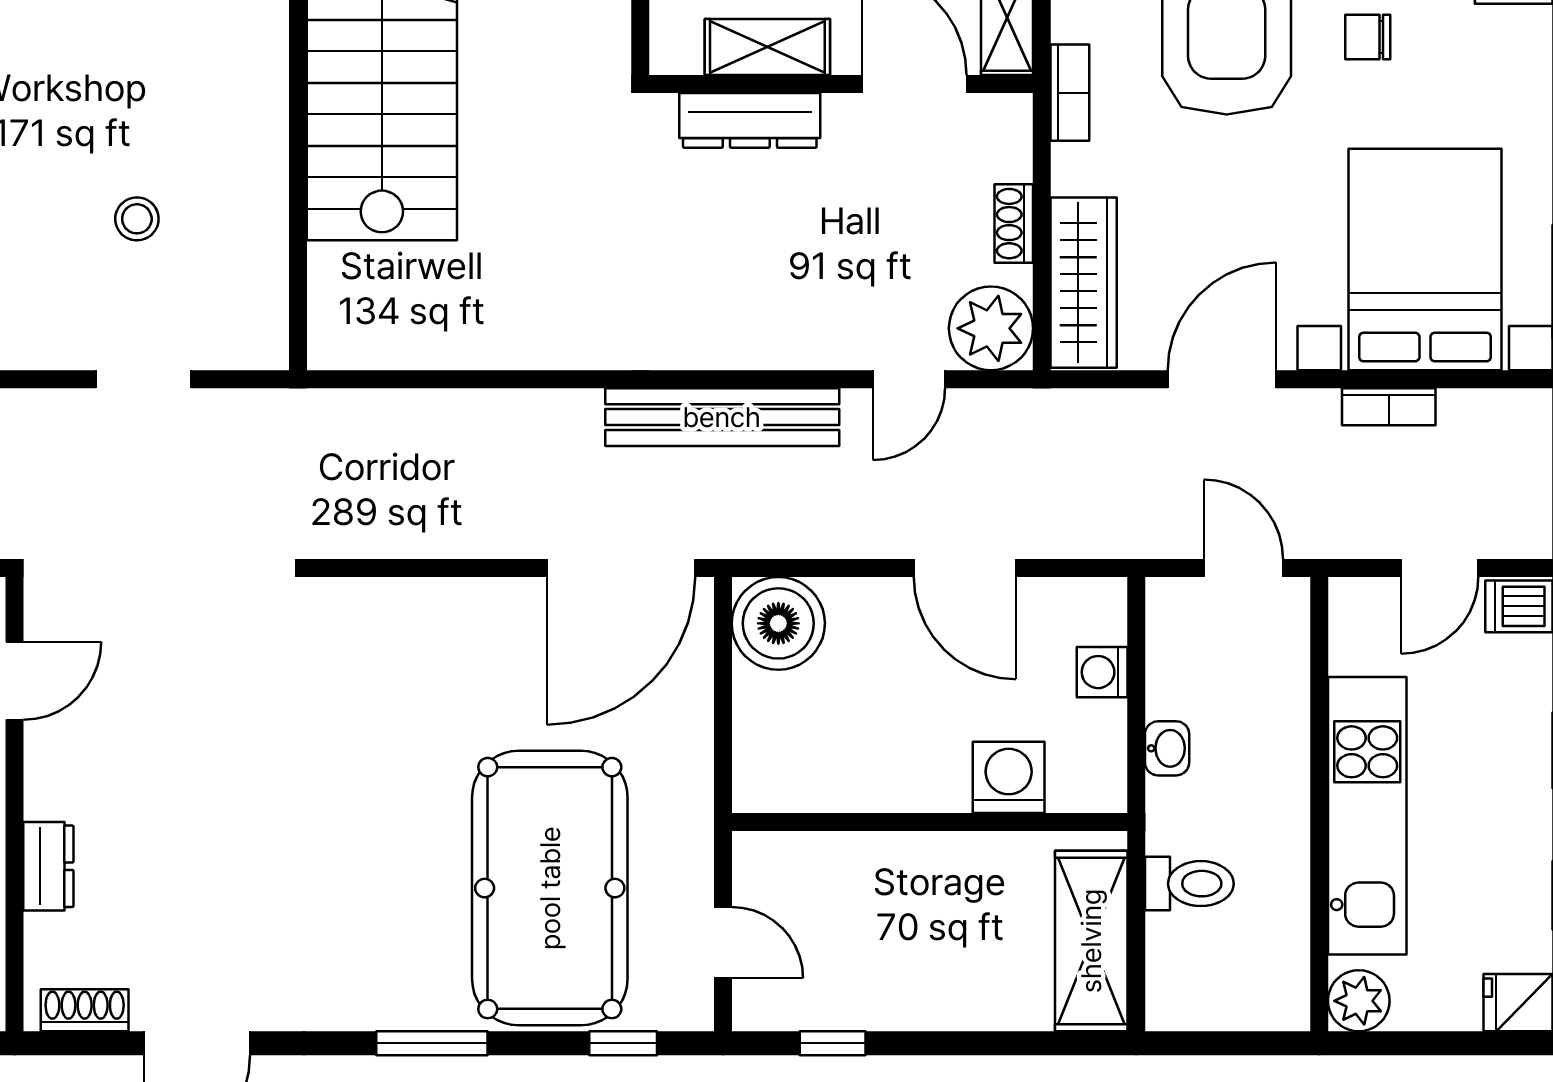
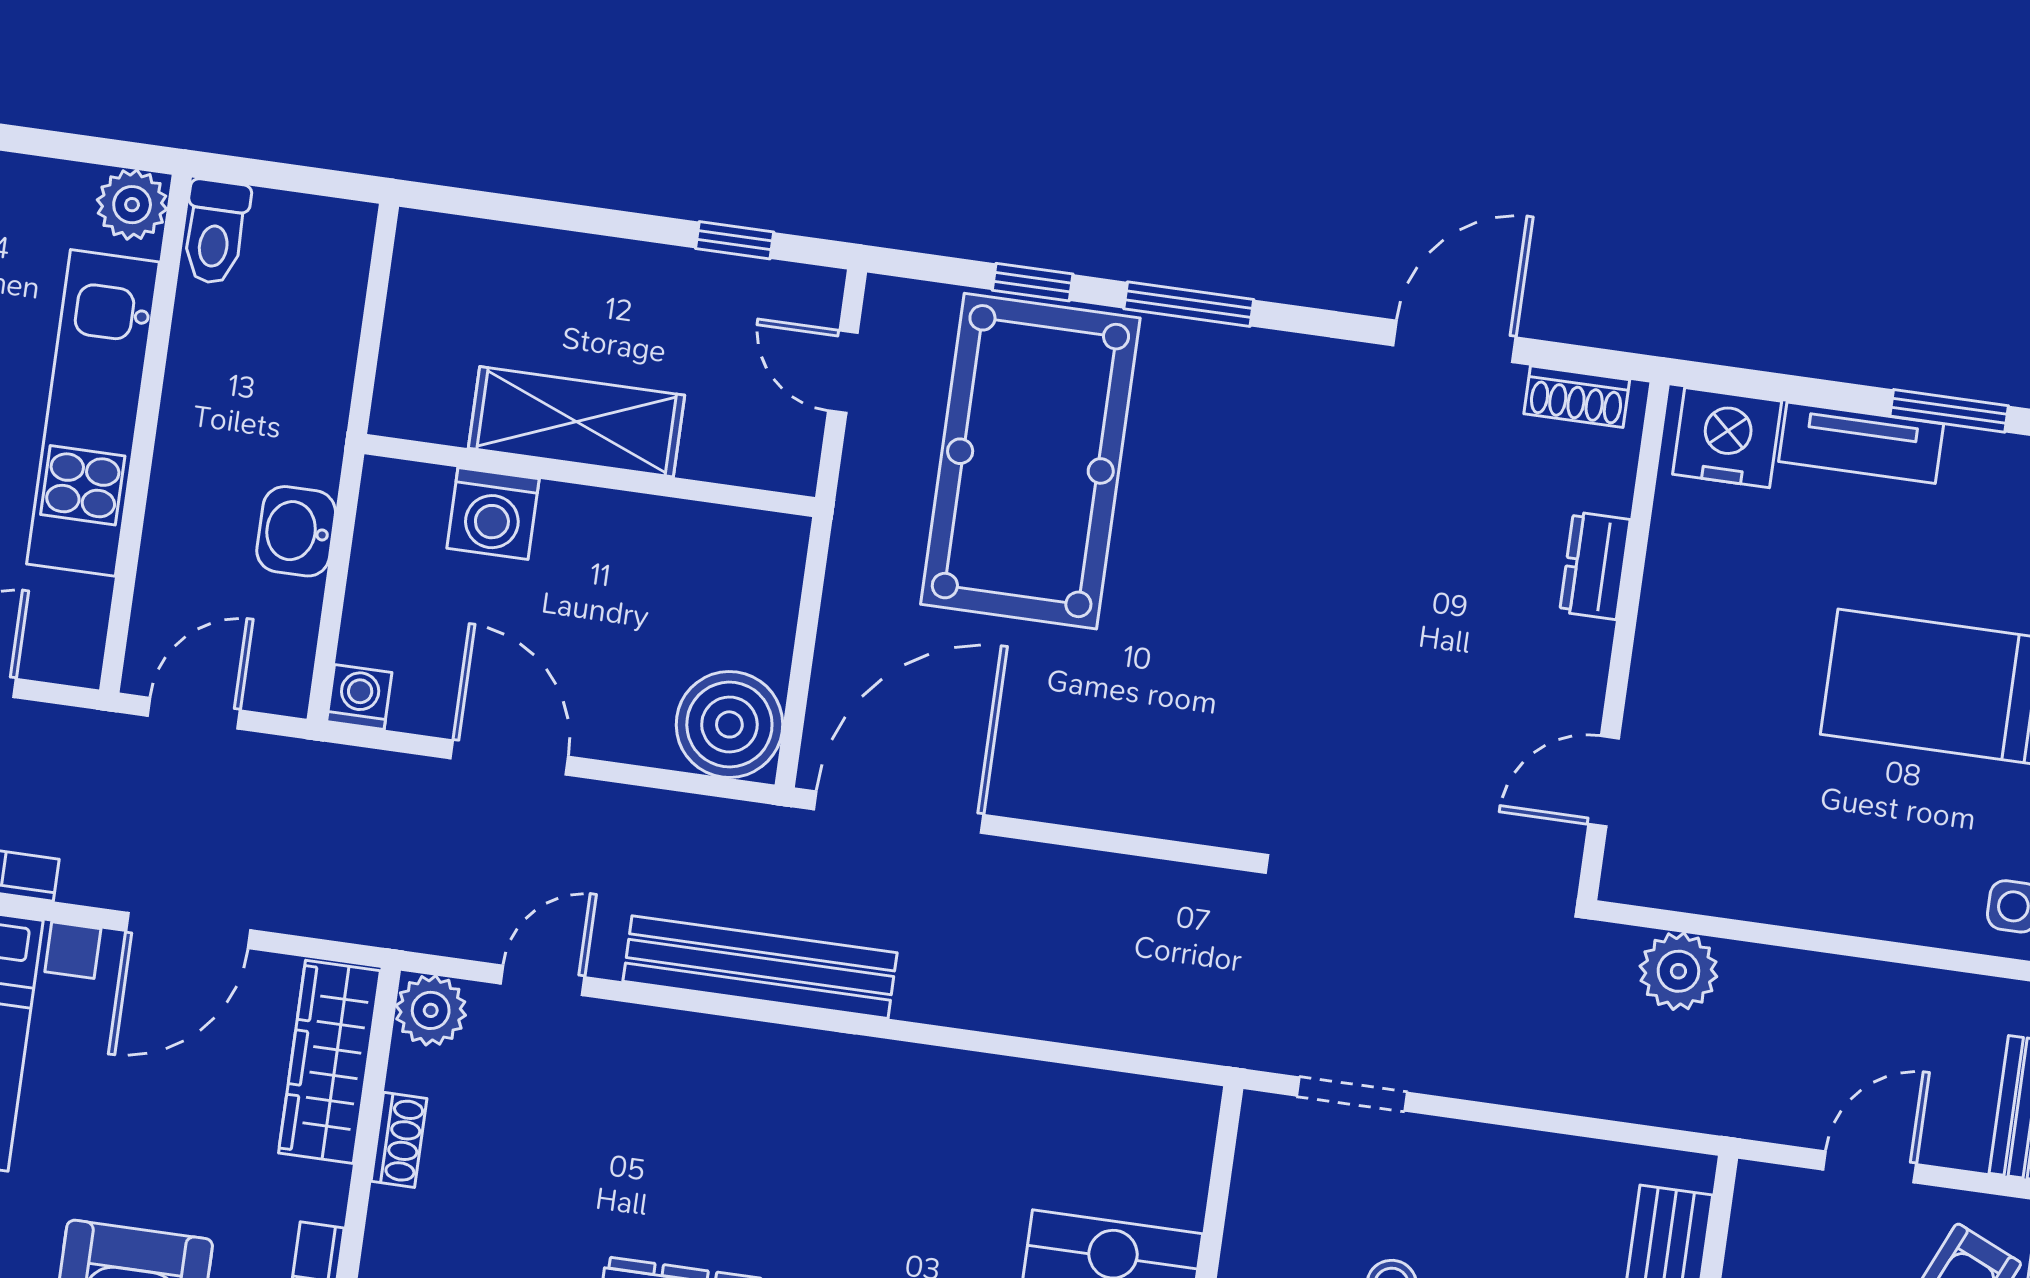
plant: (991, 328) -> (431, 1010), width x0.73, depth x0.73
doorway: (143, 379) -> (1352, 1094), moved
door: (1243, 568) -> (194, 713), swing flipped
washing machine: (1102, 672) -> (359, 697), moved, turned -90
washbasin: (1167, 748) -> (296, 531), width x1.38, depth x1.45
toilet: (1189, 884) -> (215, 232), moved, turned -90
shelving: (1091, 941) -> (577, 422), moved, turned 90
window: (623, 1043) -> (1033, 282), moved

